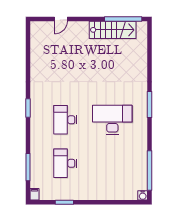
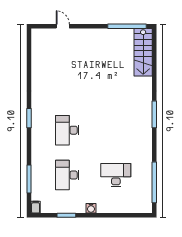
door: (61, 19) -> (63, 26), swing flipped
stairs: (113, 30) -> (143, 52), moved, turned 90
desk: (112, 120) -> (116, 175), moved, width x0.73, depth x0.77
water cooler: (143, 195) -> (91, 208), moved

